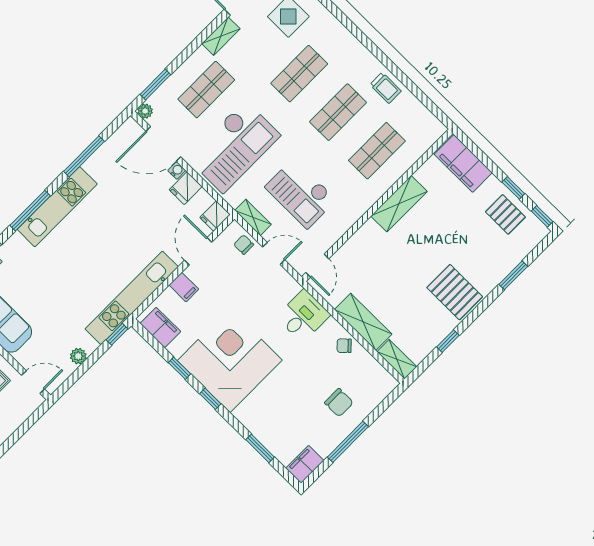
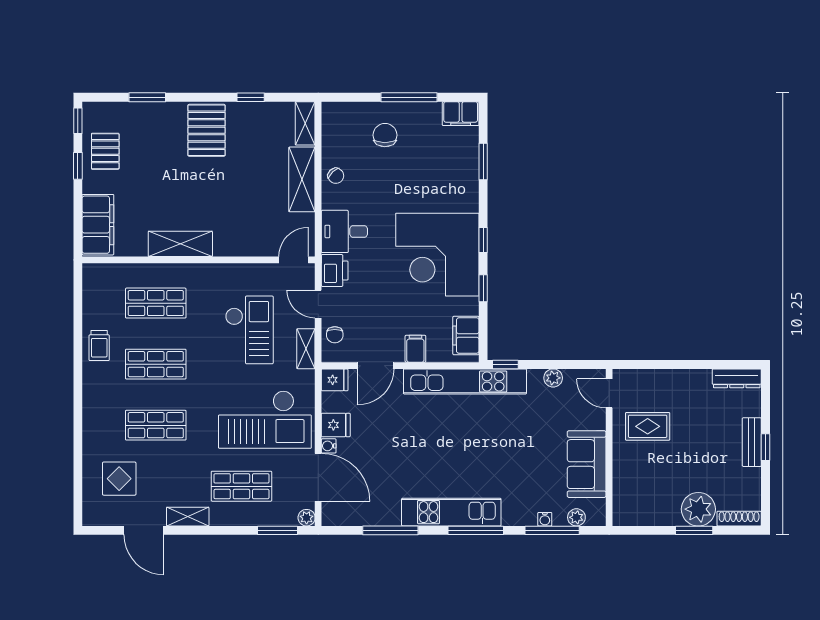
trolley: (386, 88) -> (99, 346), turned 180
checkout: (234, 147) -> (265, 419), turned 180
printer: (285, 285) -> (335, 271), added

